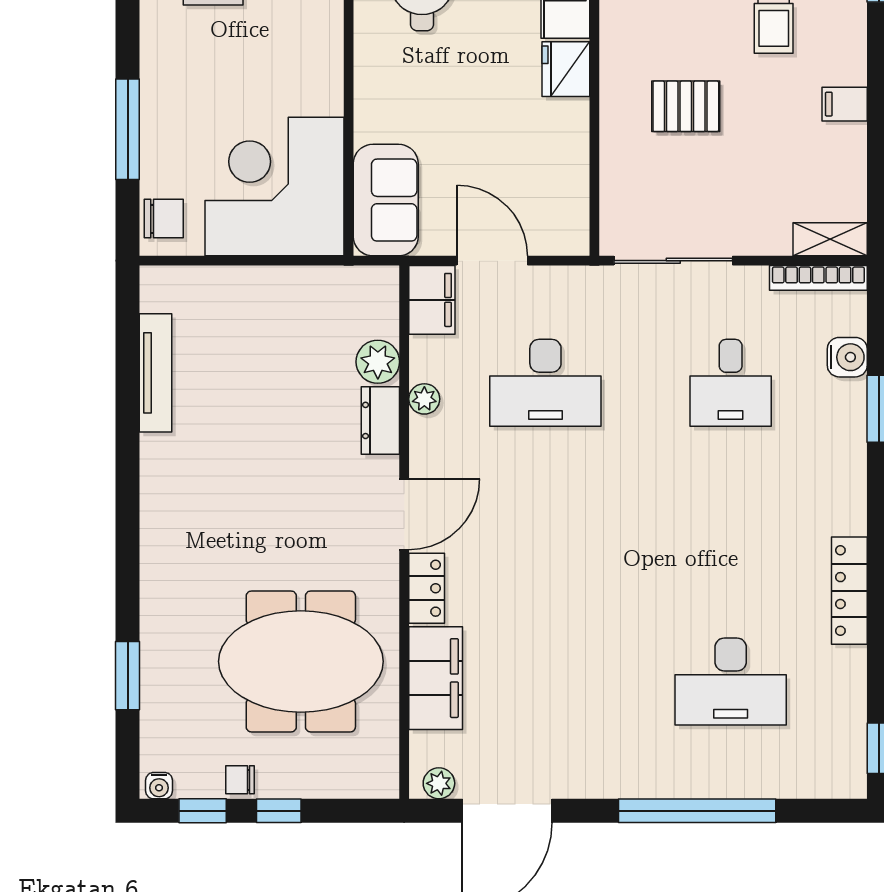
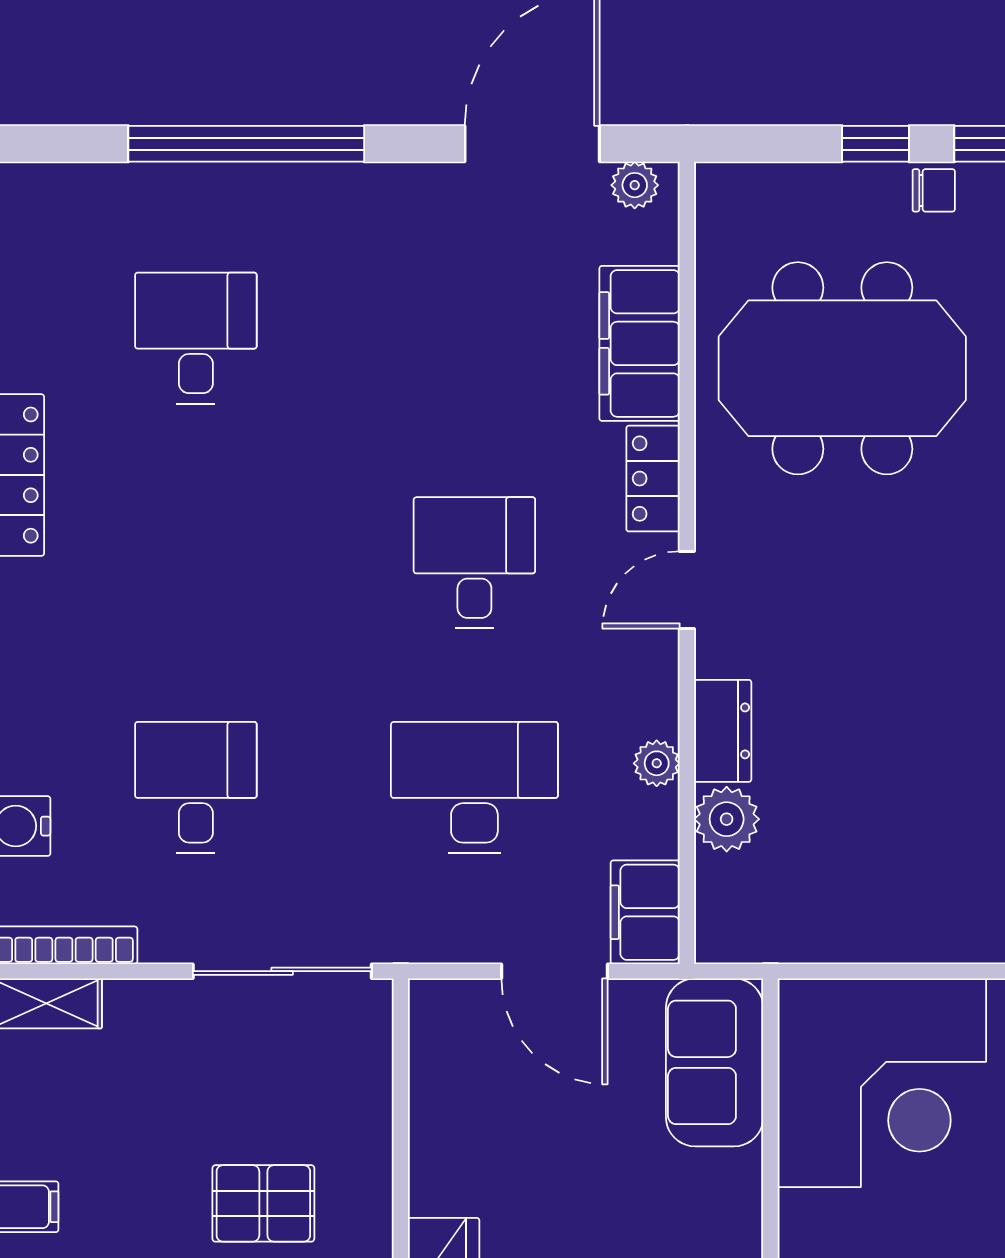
door: (404, 514) -> (687, 590), width x0.73
desk: (545, 532) -> (474, 563), added
desk: (731, 682) -> (196, 338), width x0.73

